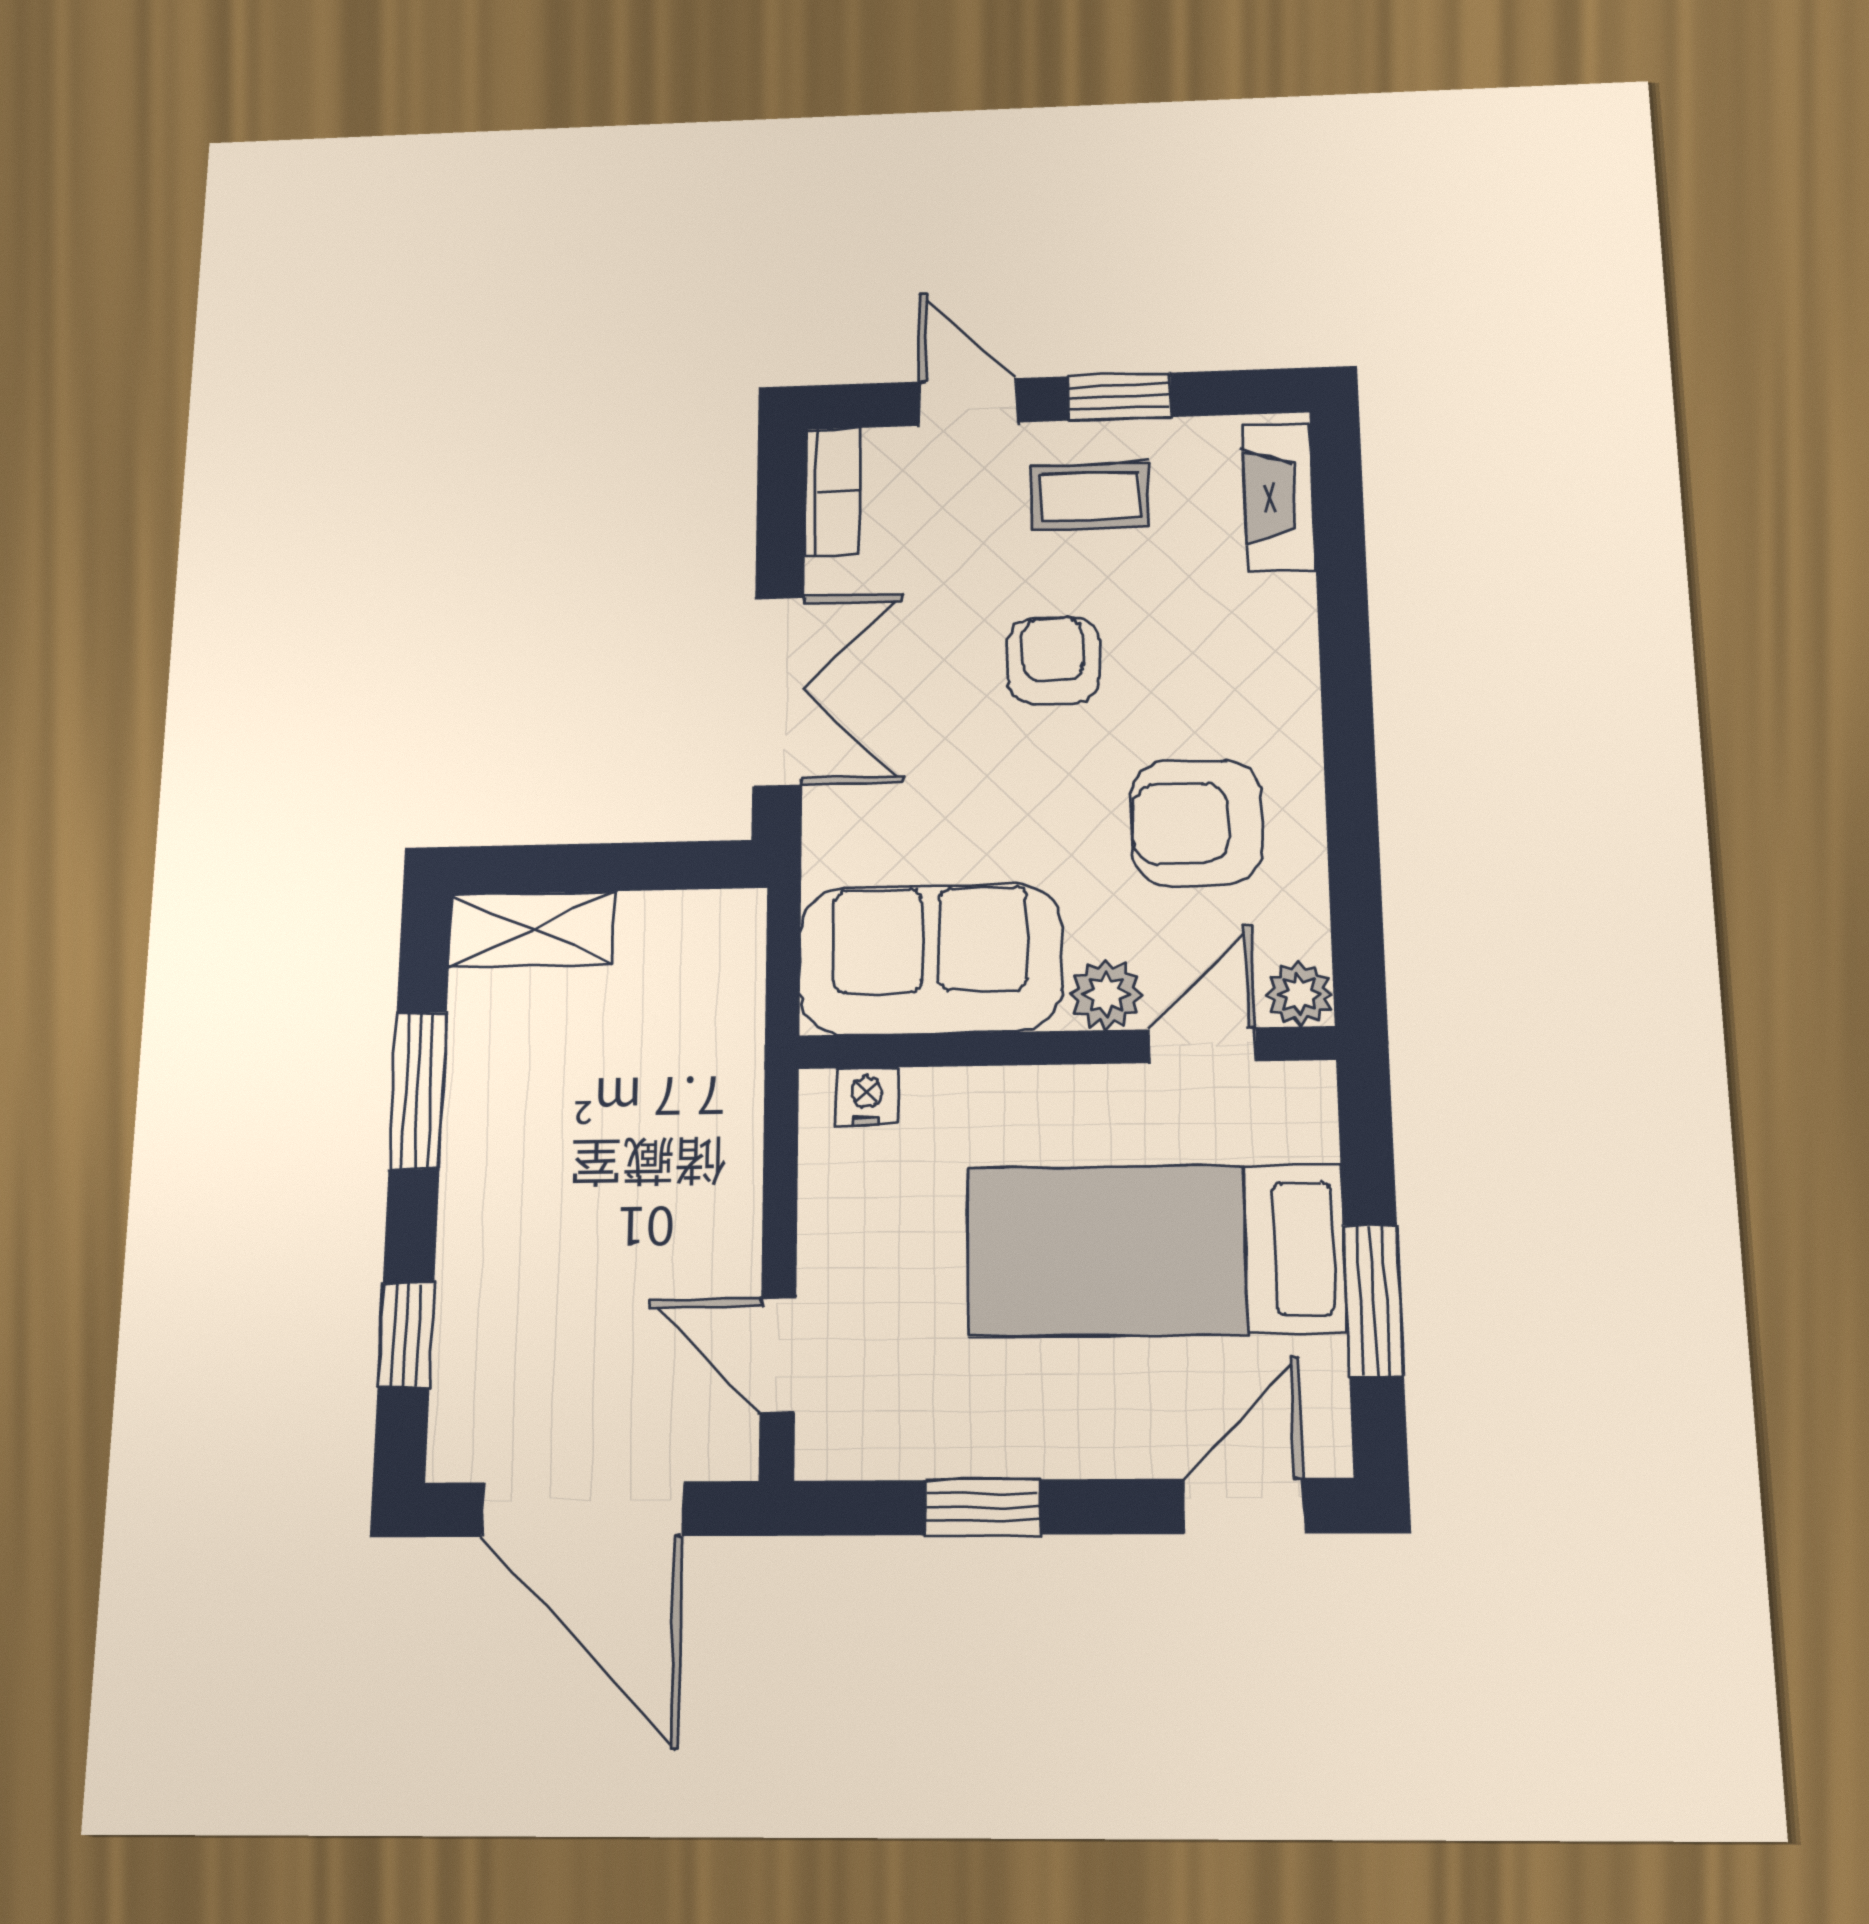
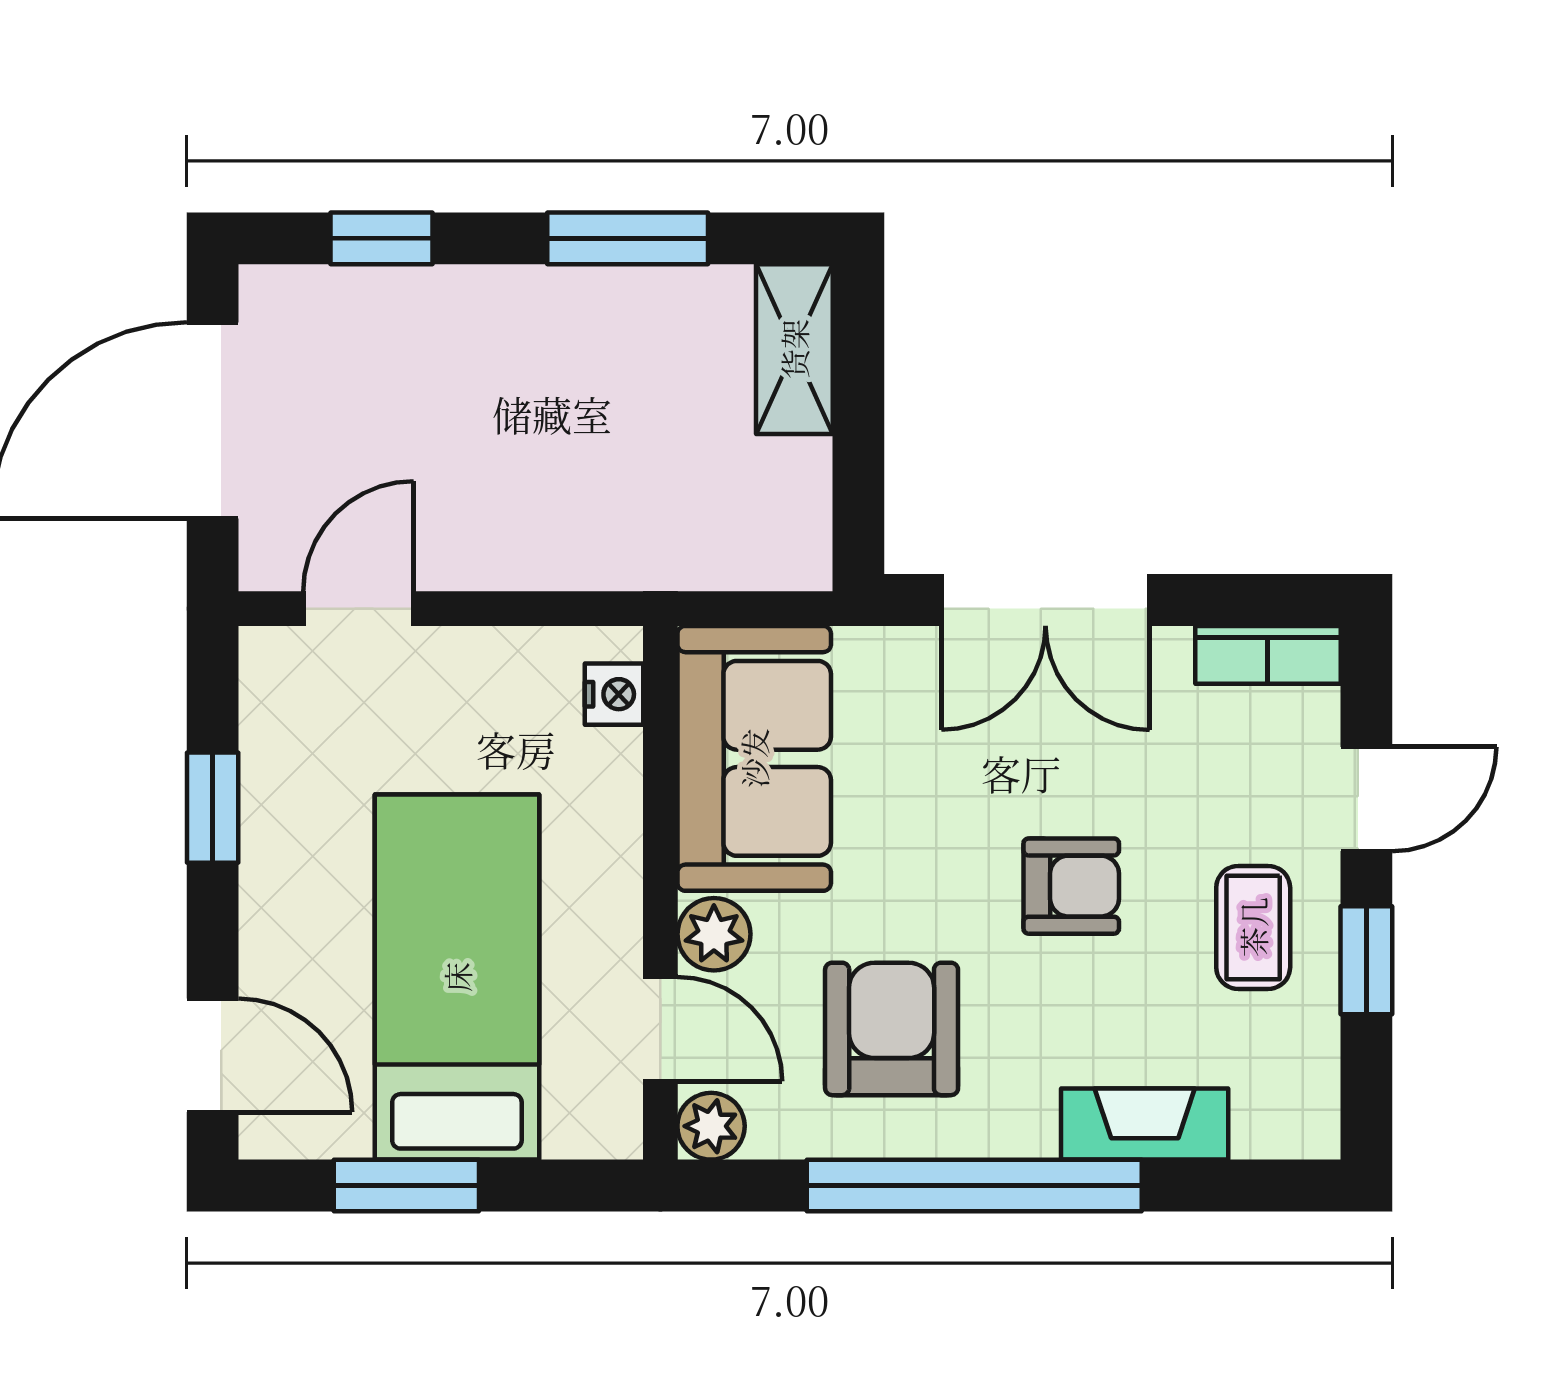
fireplace: (1279, 497) -> (1145, 1124), moved
window: (1349, 741) -> (974, 1186), added

